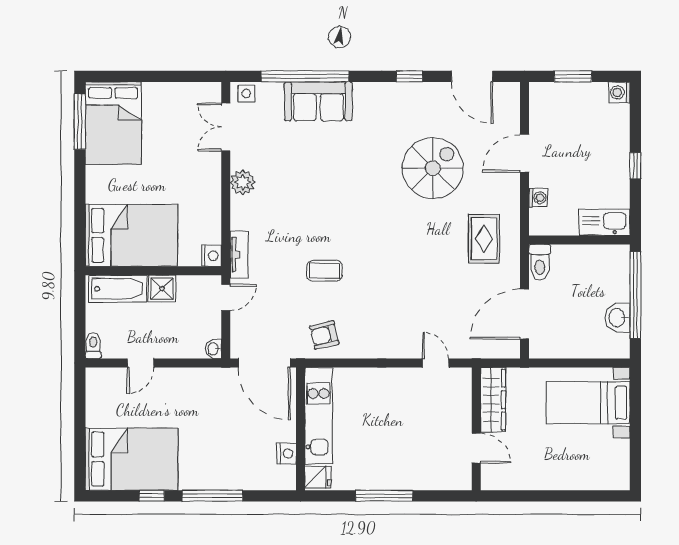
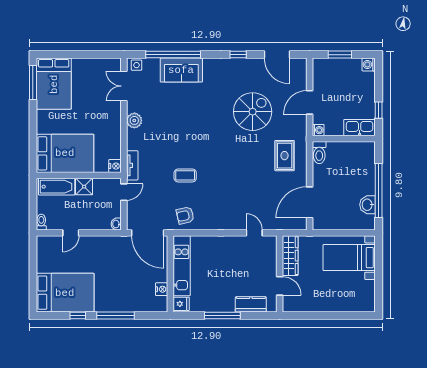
kitchen sink: (605, 222) -> (360, 128), moved
wall: (579, 240) -> (344, 139), moved
toilet: (540, 262) -> (319, 152), moved
kitchen counter: (430, 478) -> (251, 304), added

